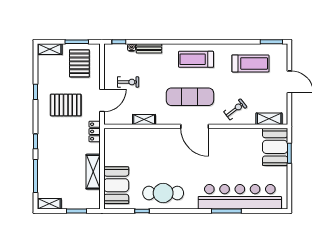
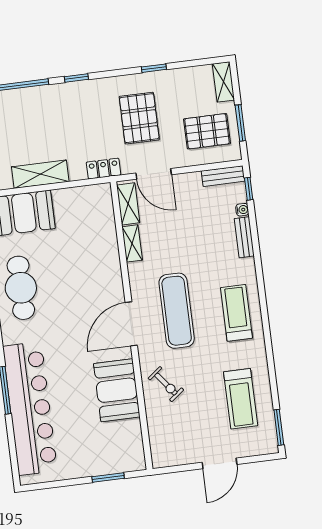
bench: (109, 57) -> (223, 176), added
exercise bike: (128, 82) -> (187, 211), removed
shelving: (269, 119) -> (128, 204), moved
booth: (275, 147) -> (117, 390), moved, turned 90

